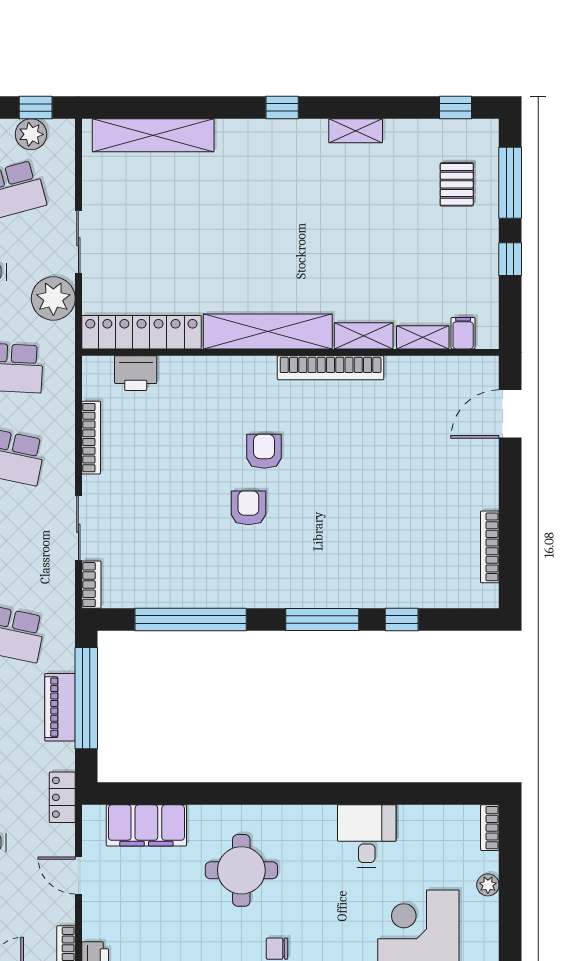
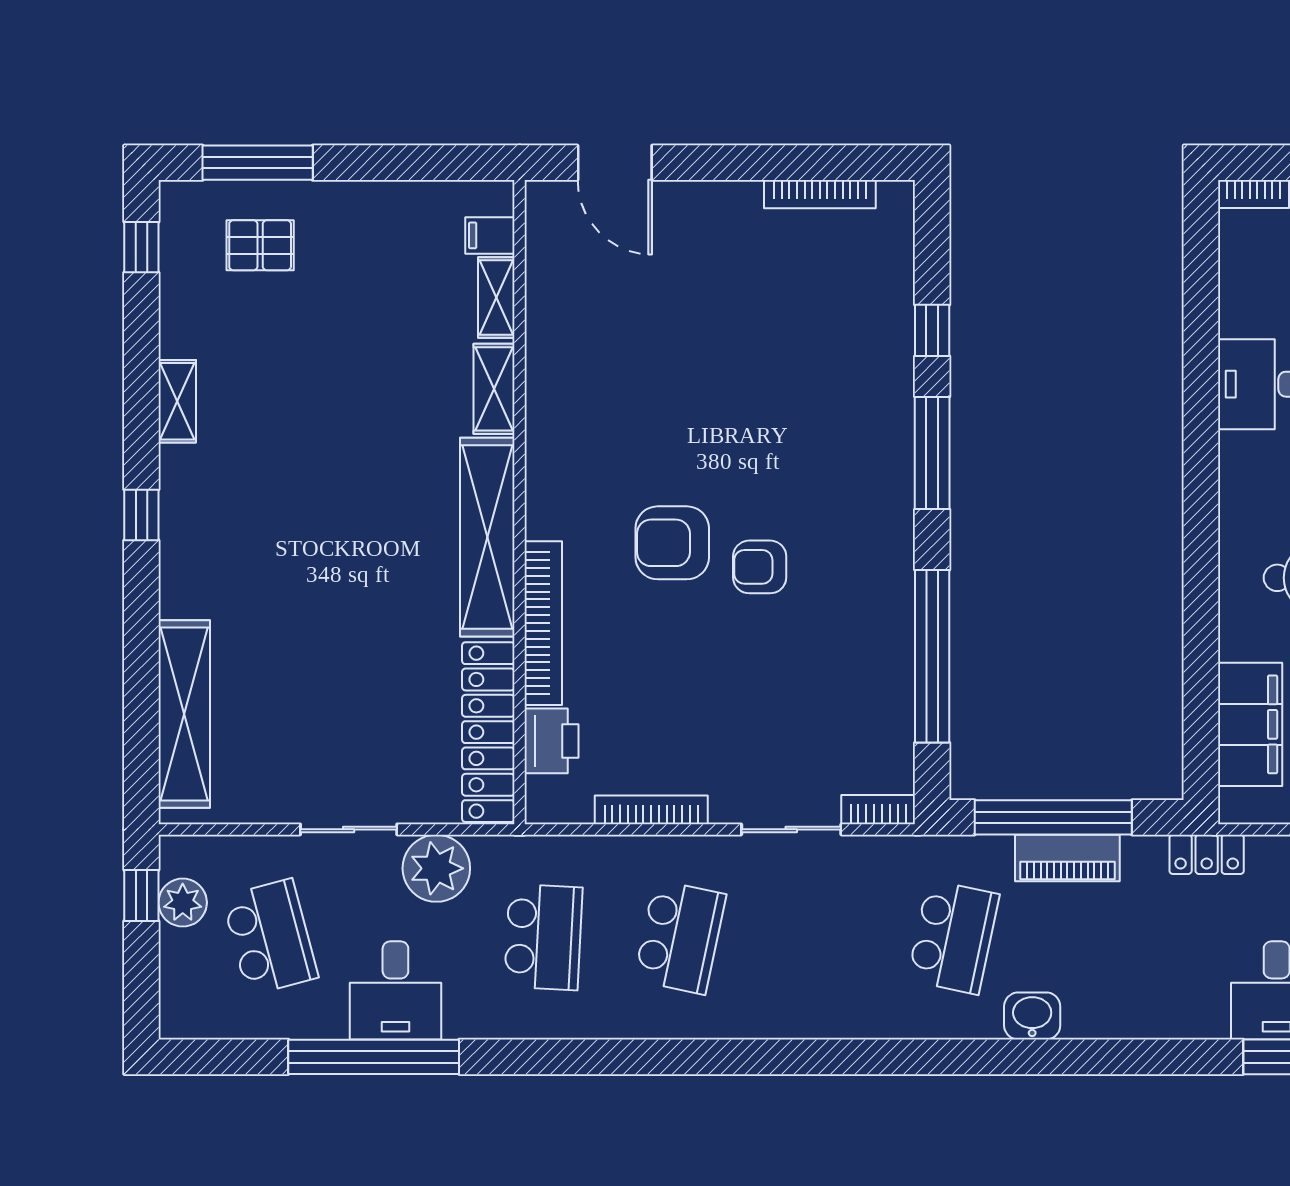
window: (510, 259) -> (375, 163), removed
bookcase: (331, 368) -> (543, 623), moved
armchair: (264, 451) -> (672, 543), width x1.38, depth x1.38

